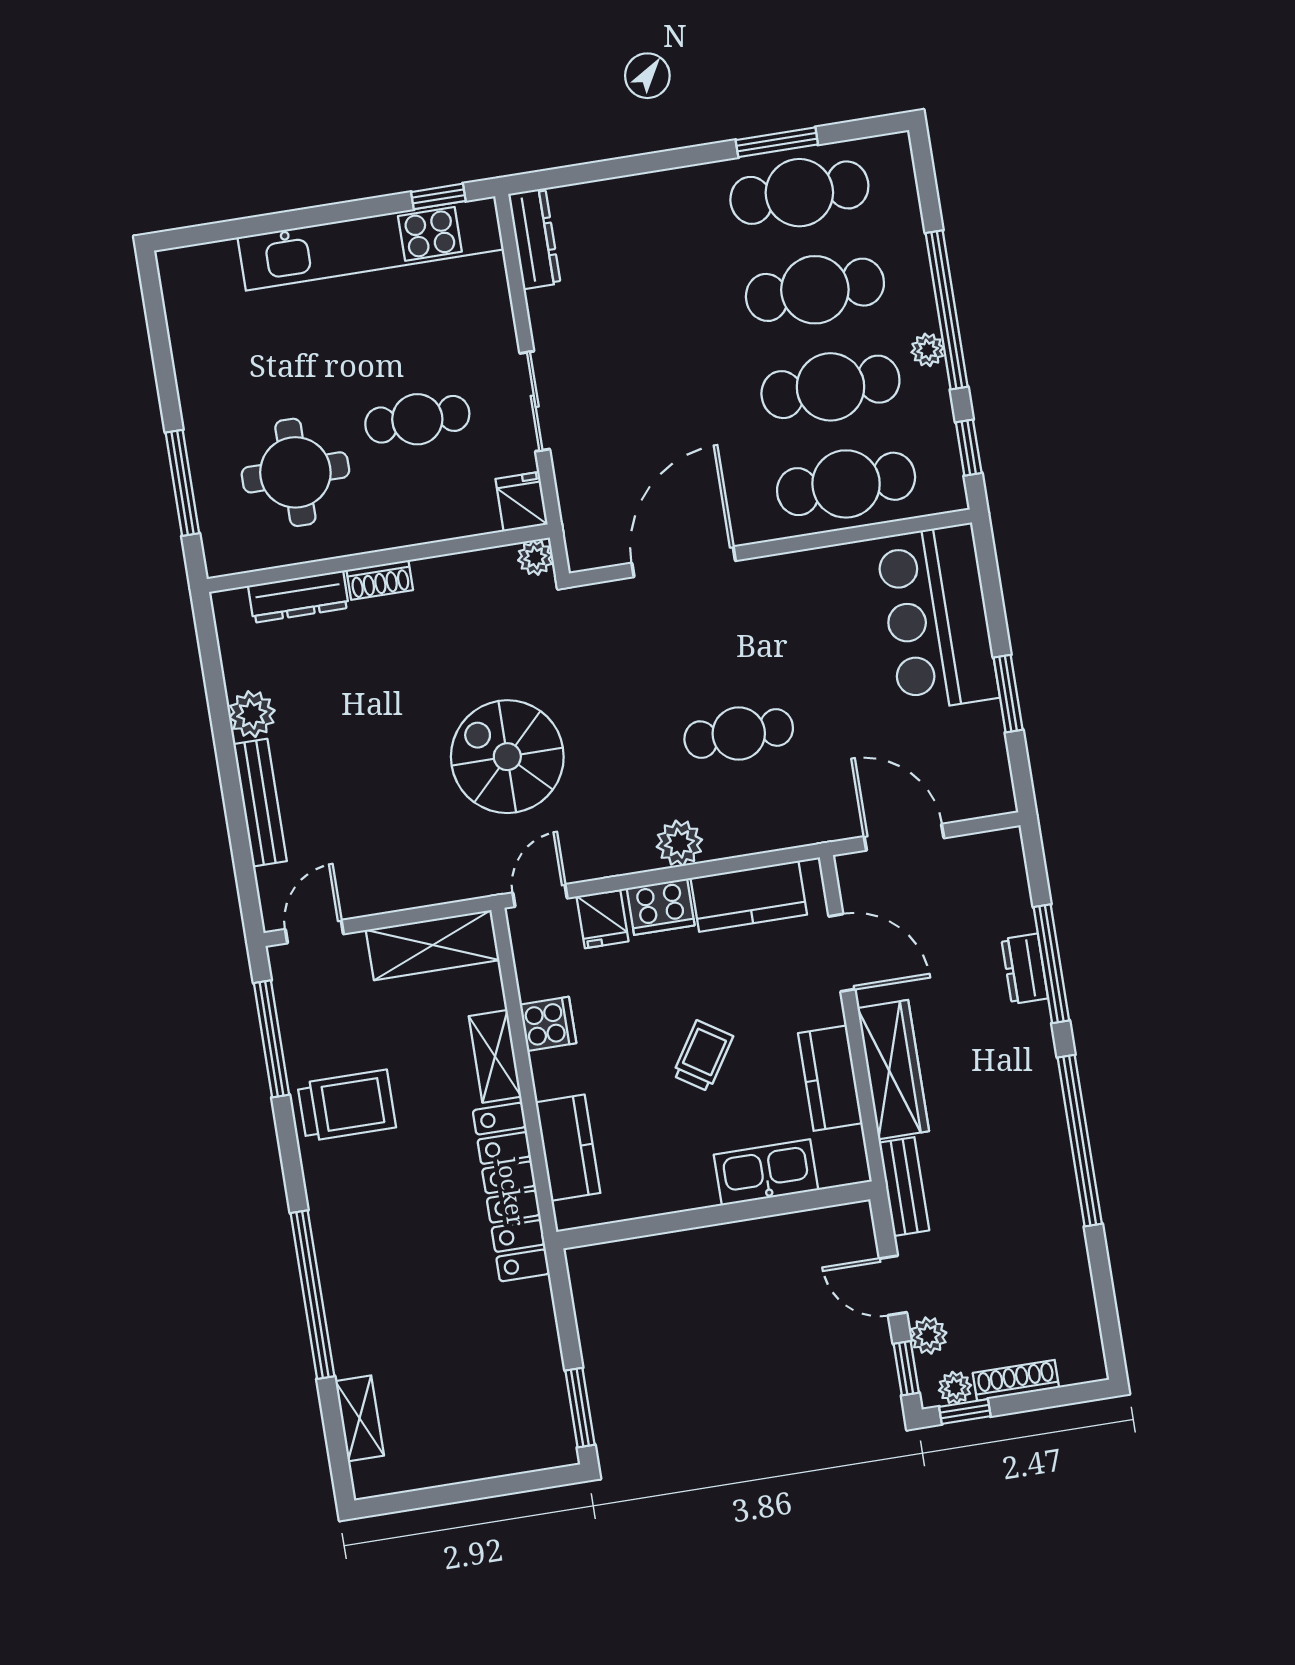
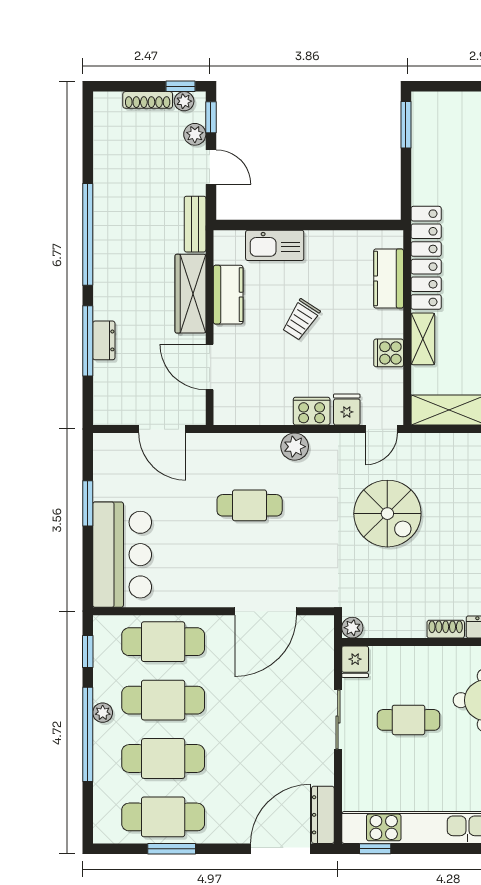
door: (596, 171) -> (280, 849), added
kitchen counter: (749, 896) -> (259, 409), removed

